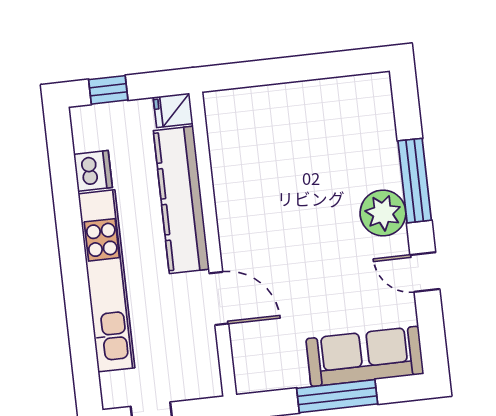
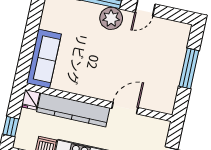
sofa: (365, 356) -> (44, 59), moved, turned 180

